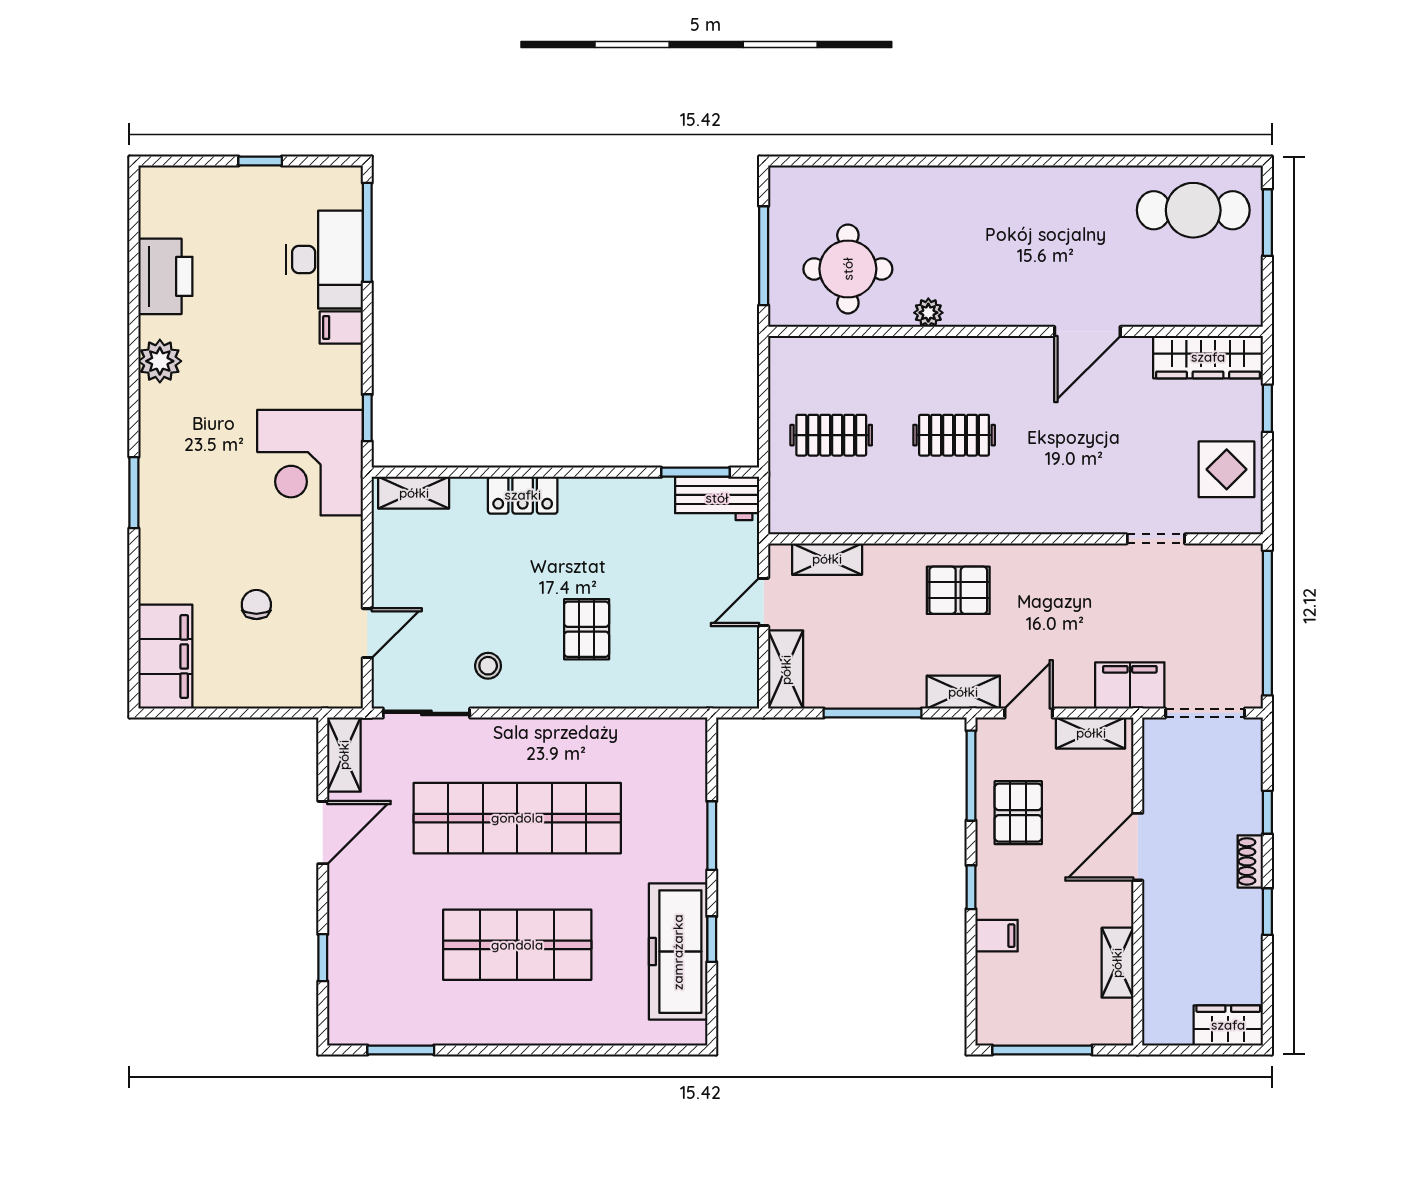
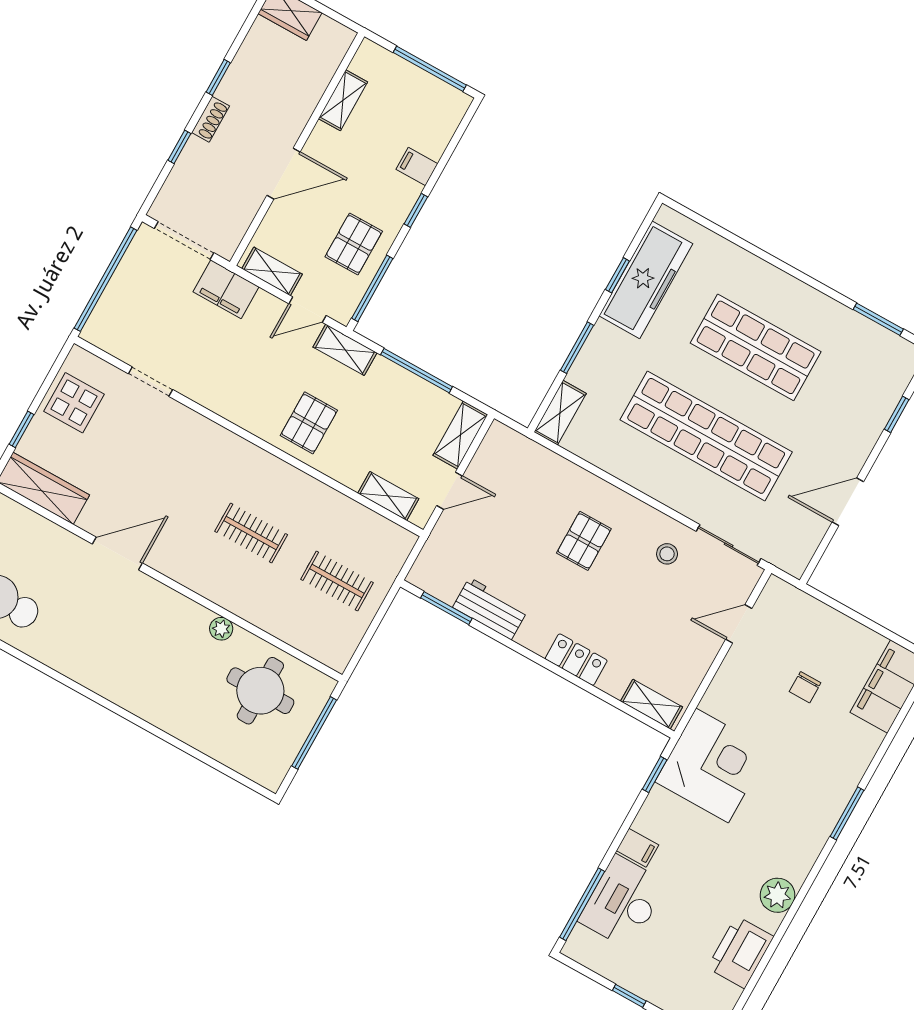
workbench: (717, 498) -> (490, 609), moved
pallet: (958, 590) -> (309, 423), turned 90
shelving: (344, 755) -> (560, 413), moved

